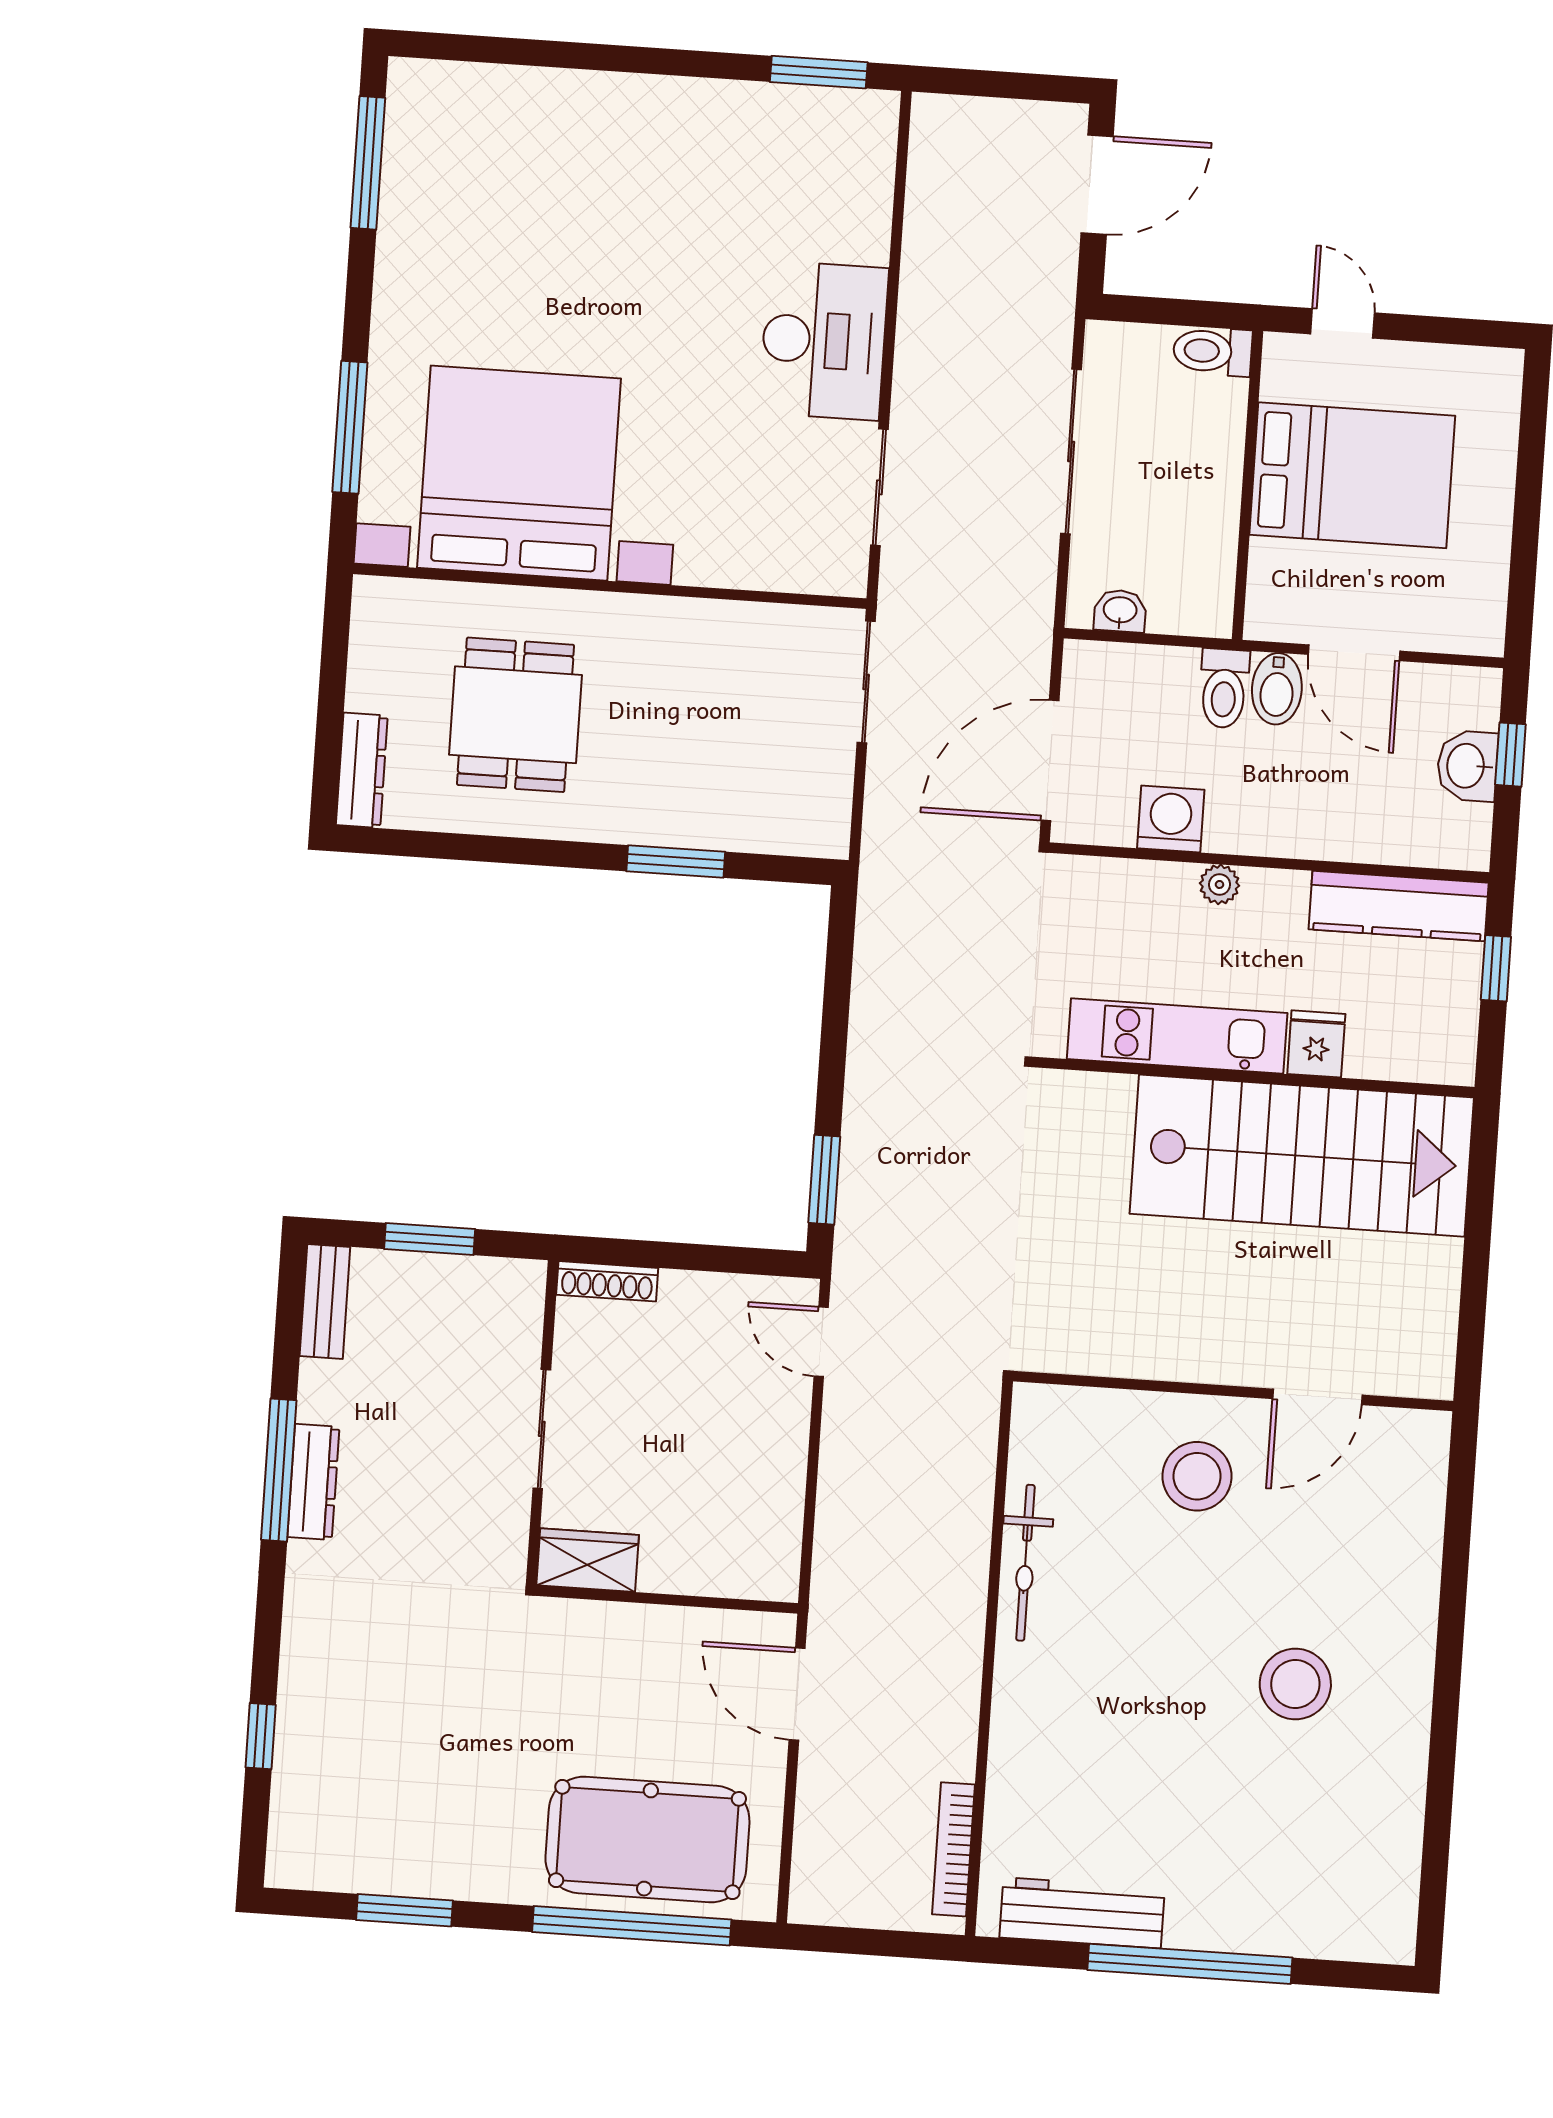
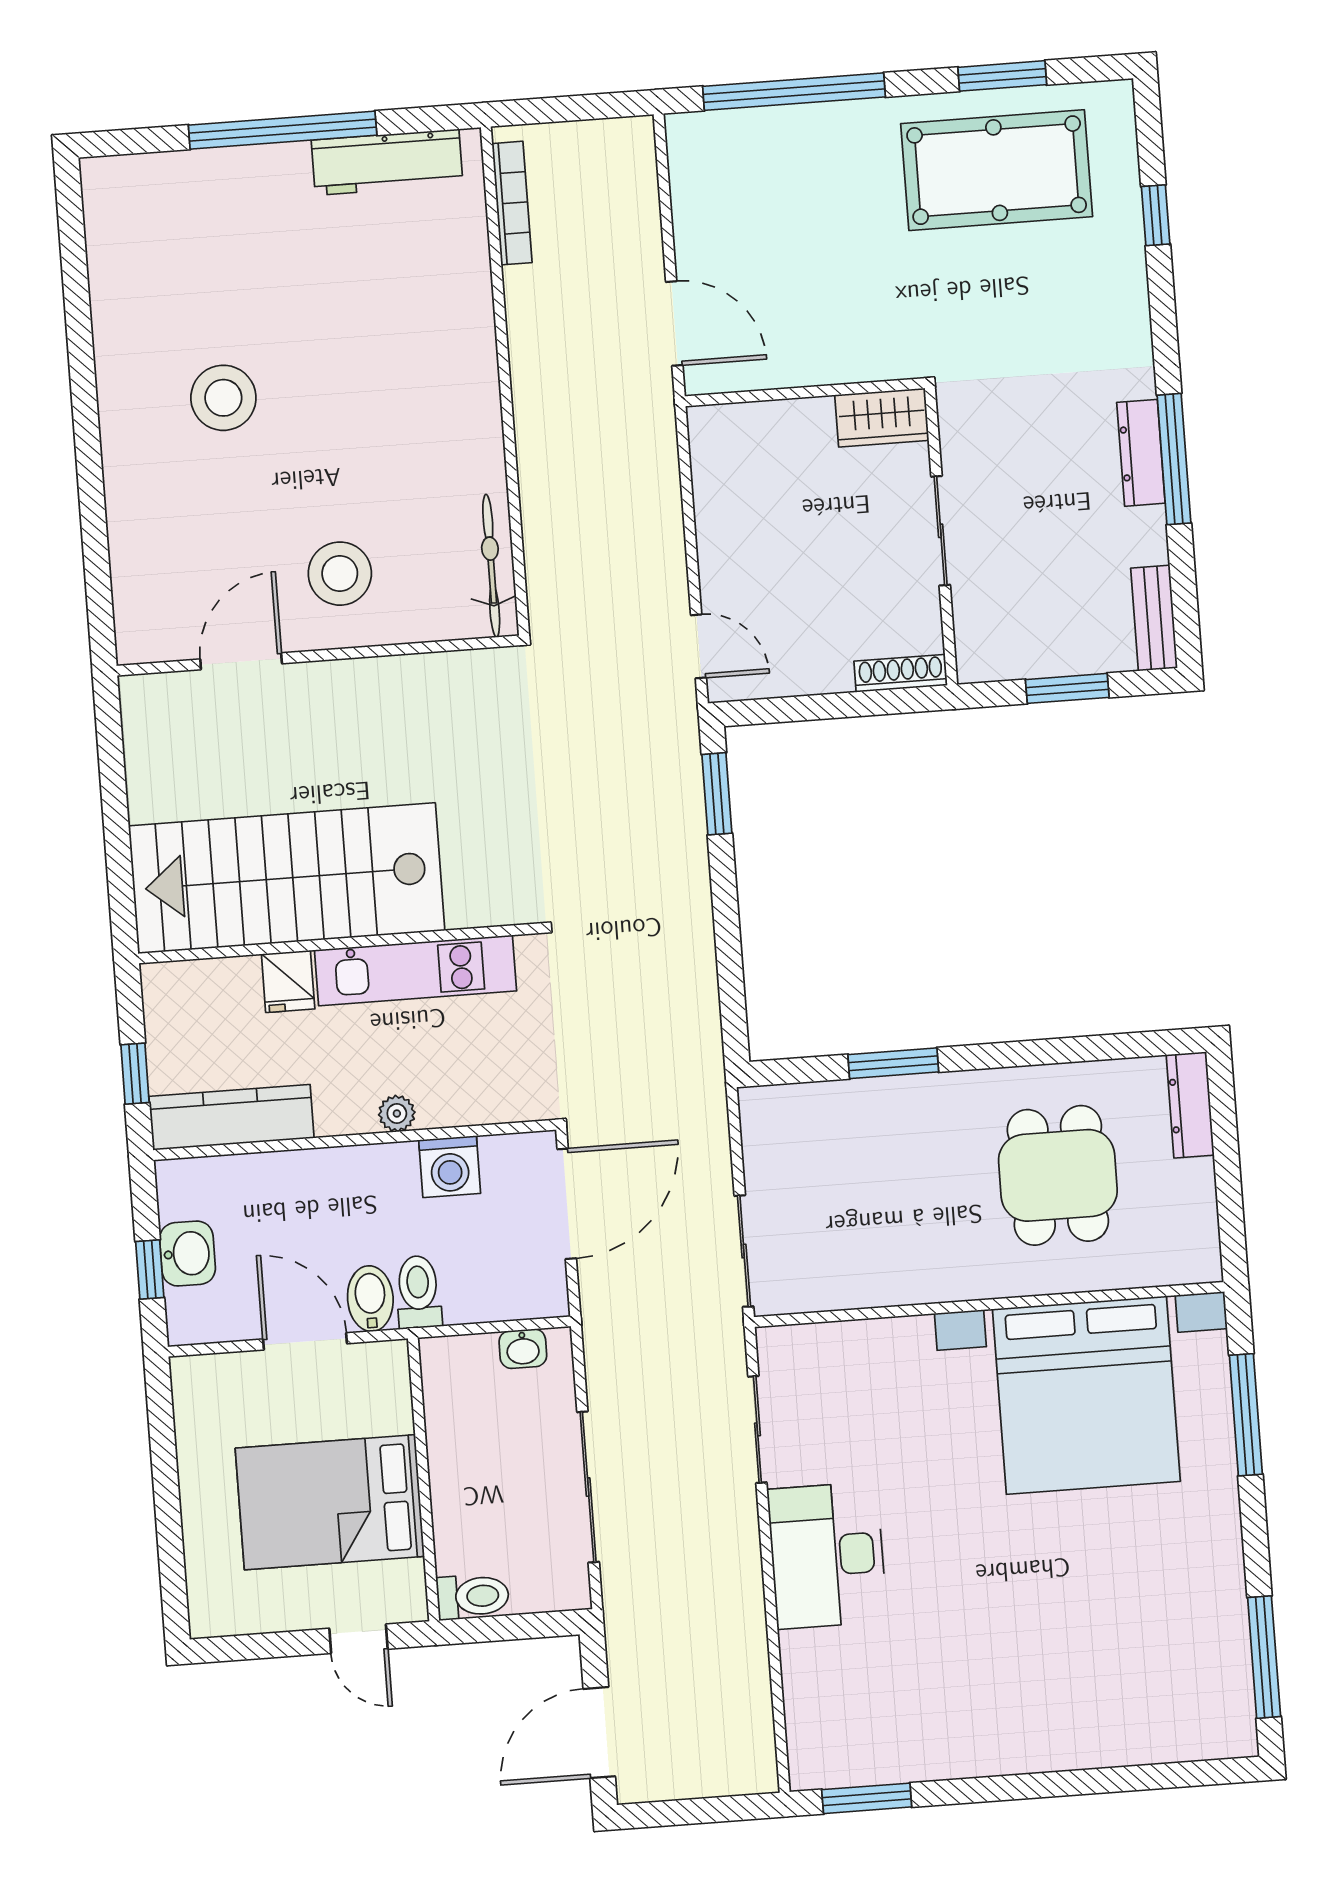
bicycle: (1025, 1563) -> (491, 566), moved
pool table: (647, 1840) -> (997, 170), moved

